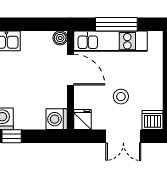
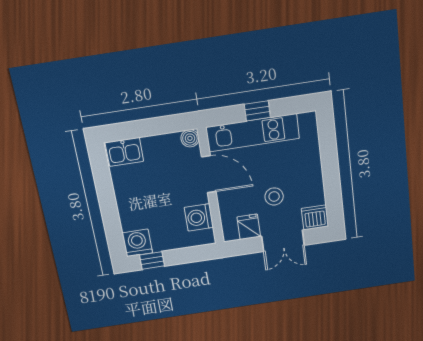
window: (116, 24) -> (257, 111), width x0.46
washing machine: (57, 119) -> (199, 217), moved
fridge: (82, 119) -> (249, 227), moved

